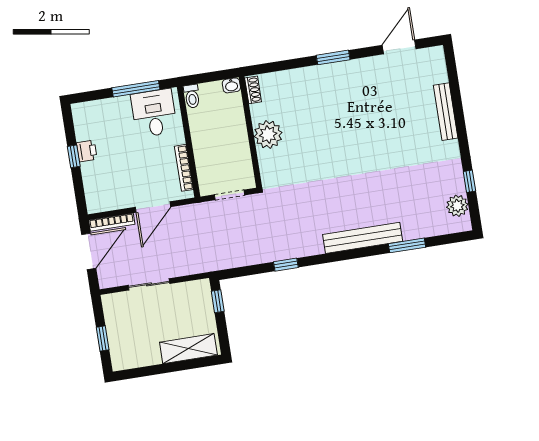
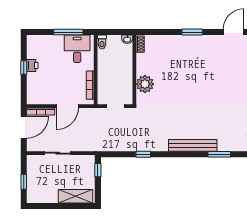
plant: (268, 135) -> (145, 84), moved

